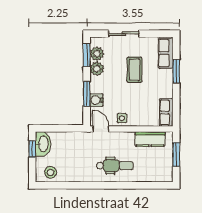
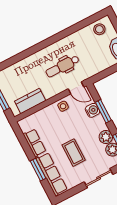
row of seats: (166, 53) -> (52, 174), width x1.48
row of seats: (166, 113) -> (35, 143), moved
dental chair: (115, 166) -> (62, 66), moved

